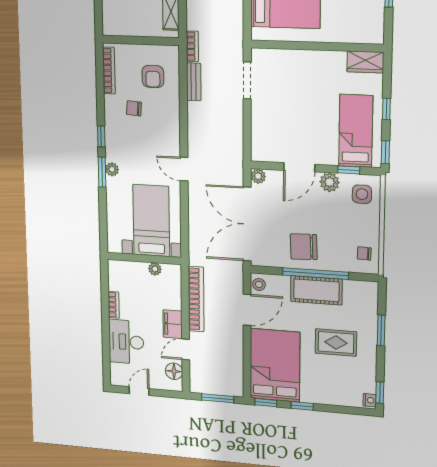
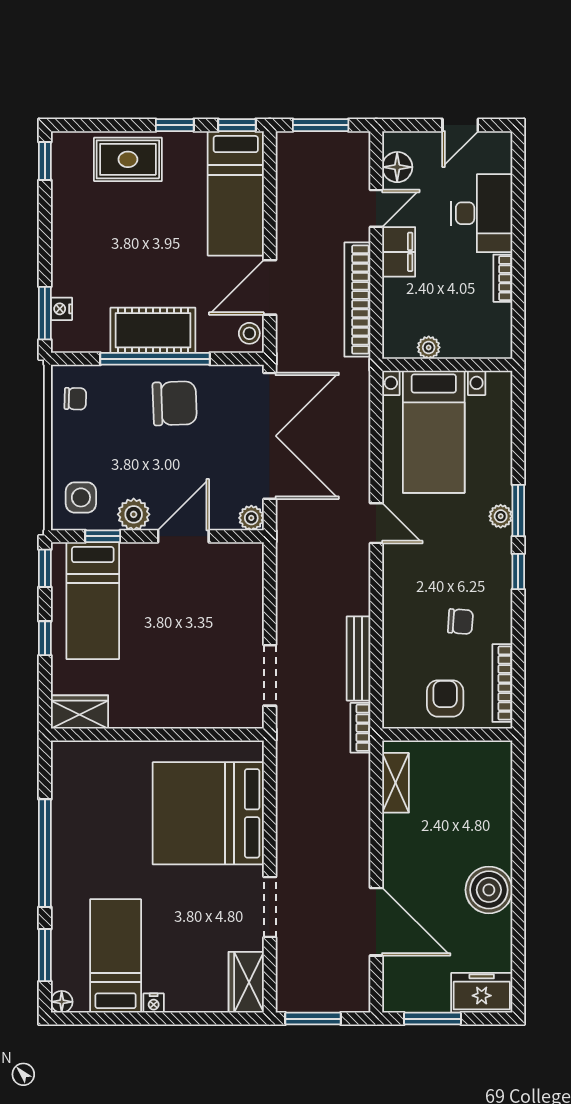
armchair: (153, 76) -> (445, 698), moved
bench: (194, 82) -> (358, 658), width x1.36
window: (381, 330) -> (45, 313), moved
rug: (336, 343) -> (128, 159), moved
bed: (275, 365) -> (236, 193), width x0.67
nightstand: (370, 400) -> (61, 309), moved

